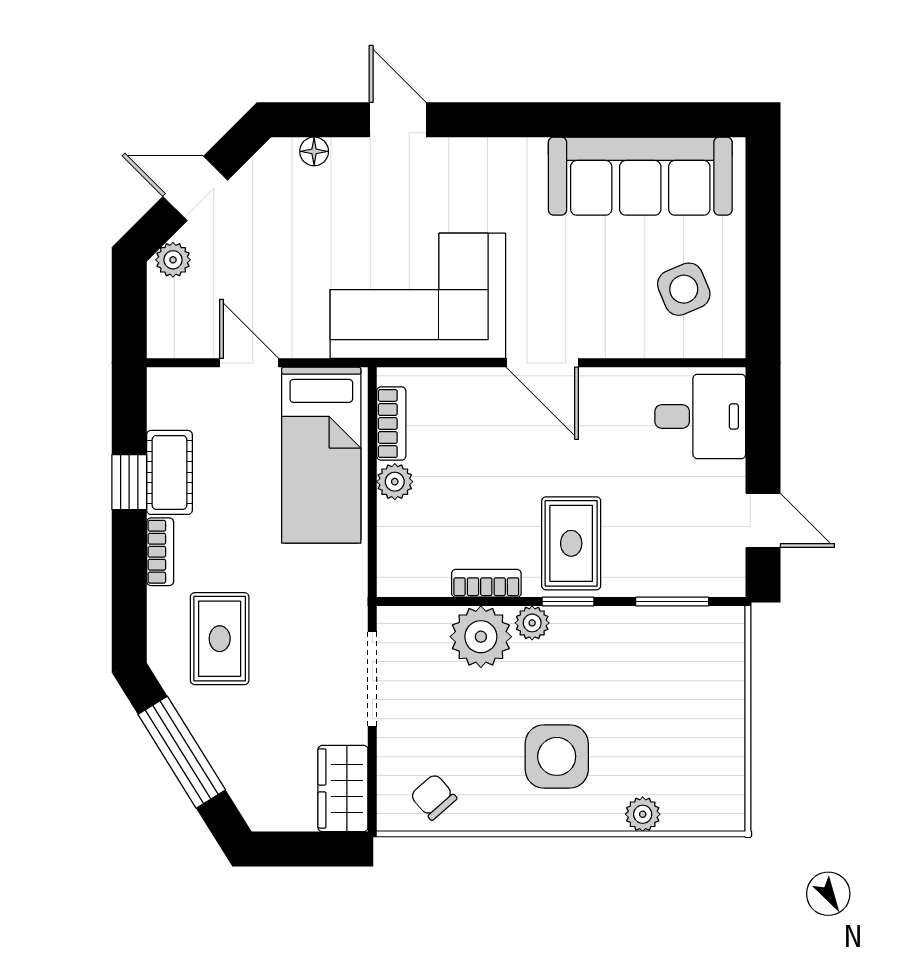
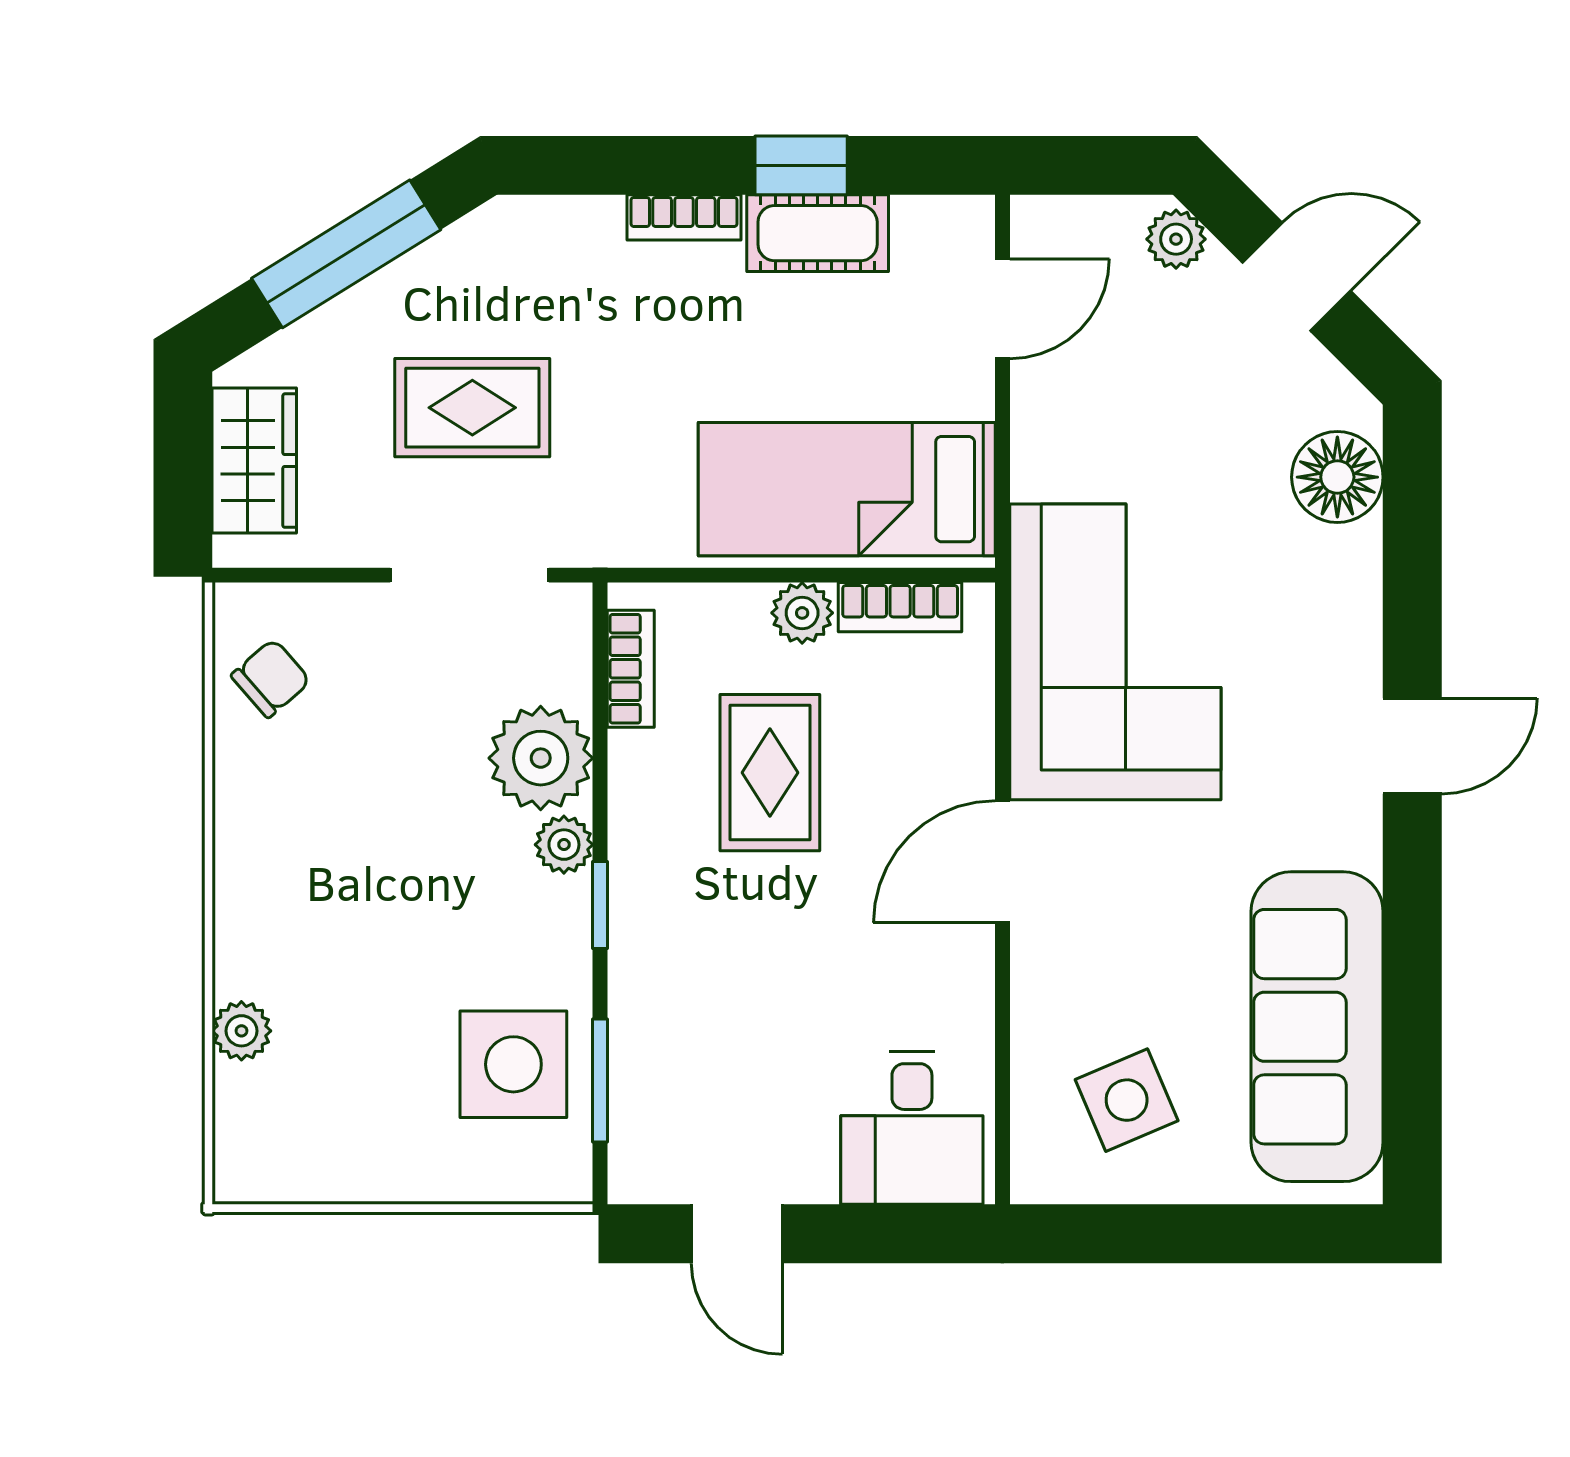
door: (398, 120) -> (1412, 746), moved
floor lamp: (314, 151) -> (1337, 477), width x1.89, depth x1.89
door: (195, 188) -> (1296, 277), hinge flipped
door: (249, 363) -> (1002, 309), moved
door: (763, 520) -> (737, 1234), hinge flipped
rug: (571, 543) -> (770, 773), moved, turned 90
bookcase: (486, 583) -> (631, 669), moved
rug: (220, 639) -> (472, 408), moved
side table: (557, 756) -> (513, 1064), moved
wardrobe: (343, 789) -> (254, 461), moved, turned 90

